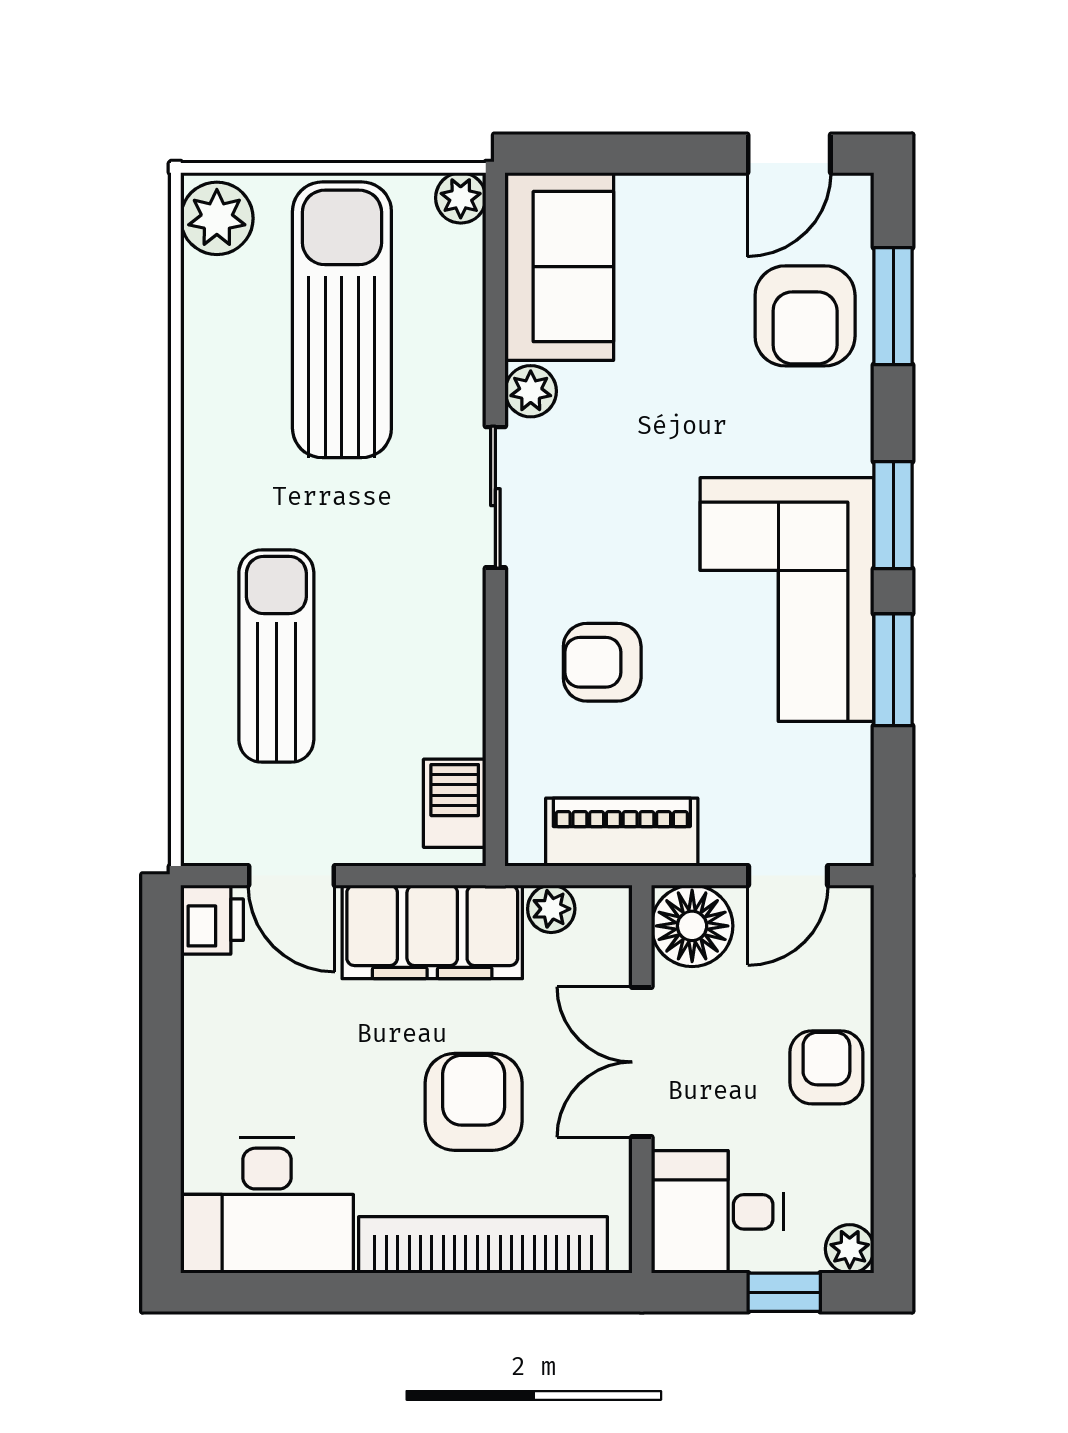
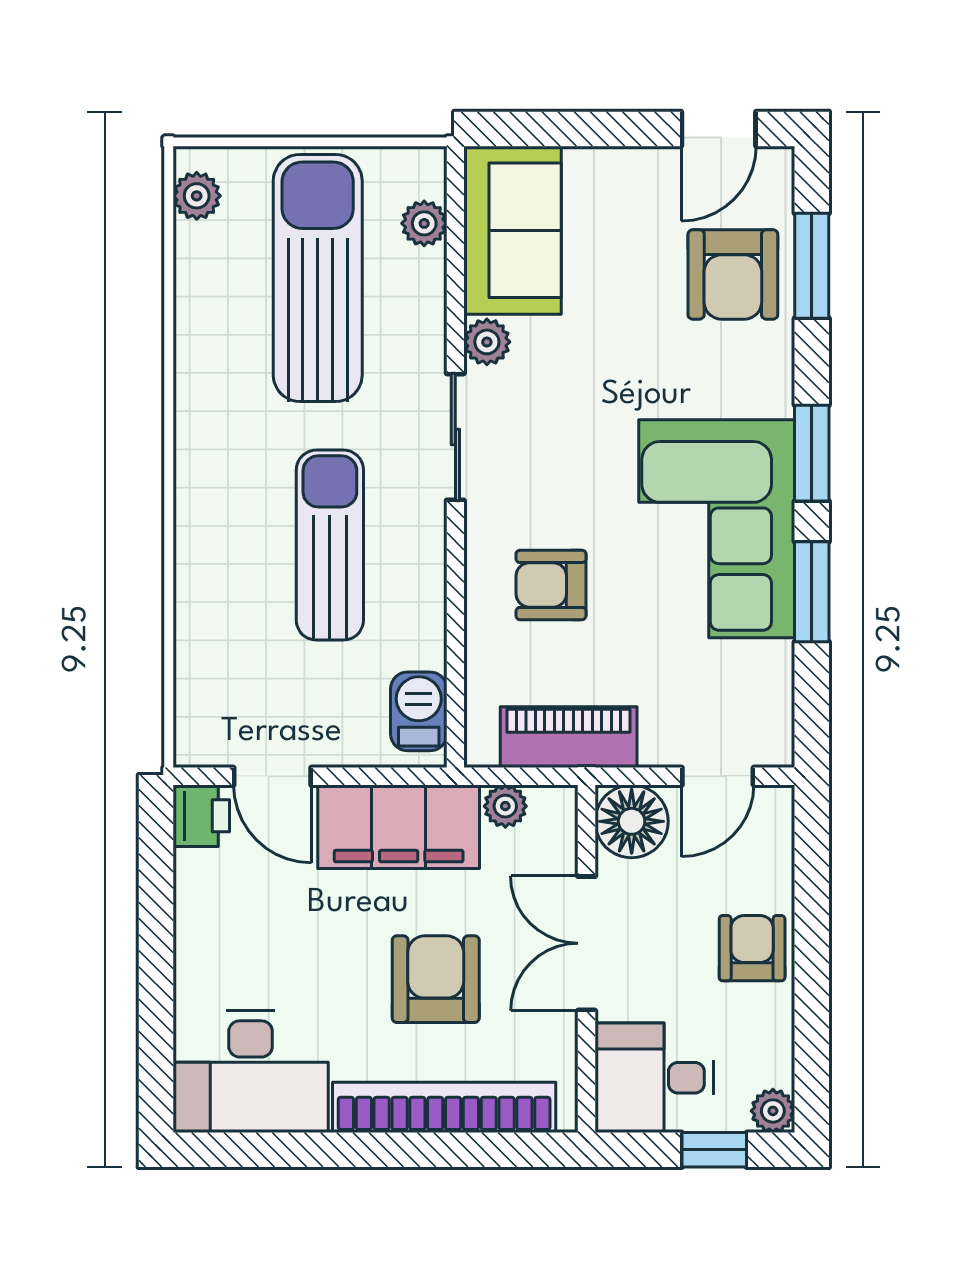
plant: (461, 198) -> (424, 223), moved
plant: (217, 218) -> (197, 196), width x0.73, depth x0.73
sun lounger: (276, 656) -> (330, 545), moved

